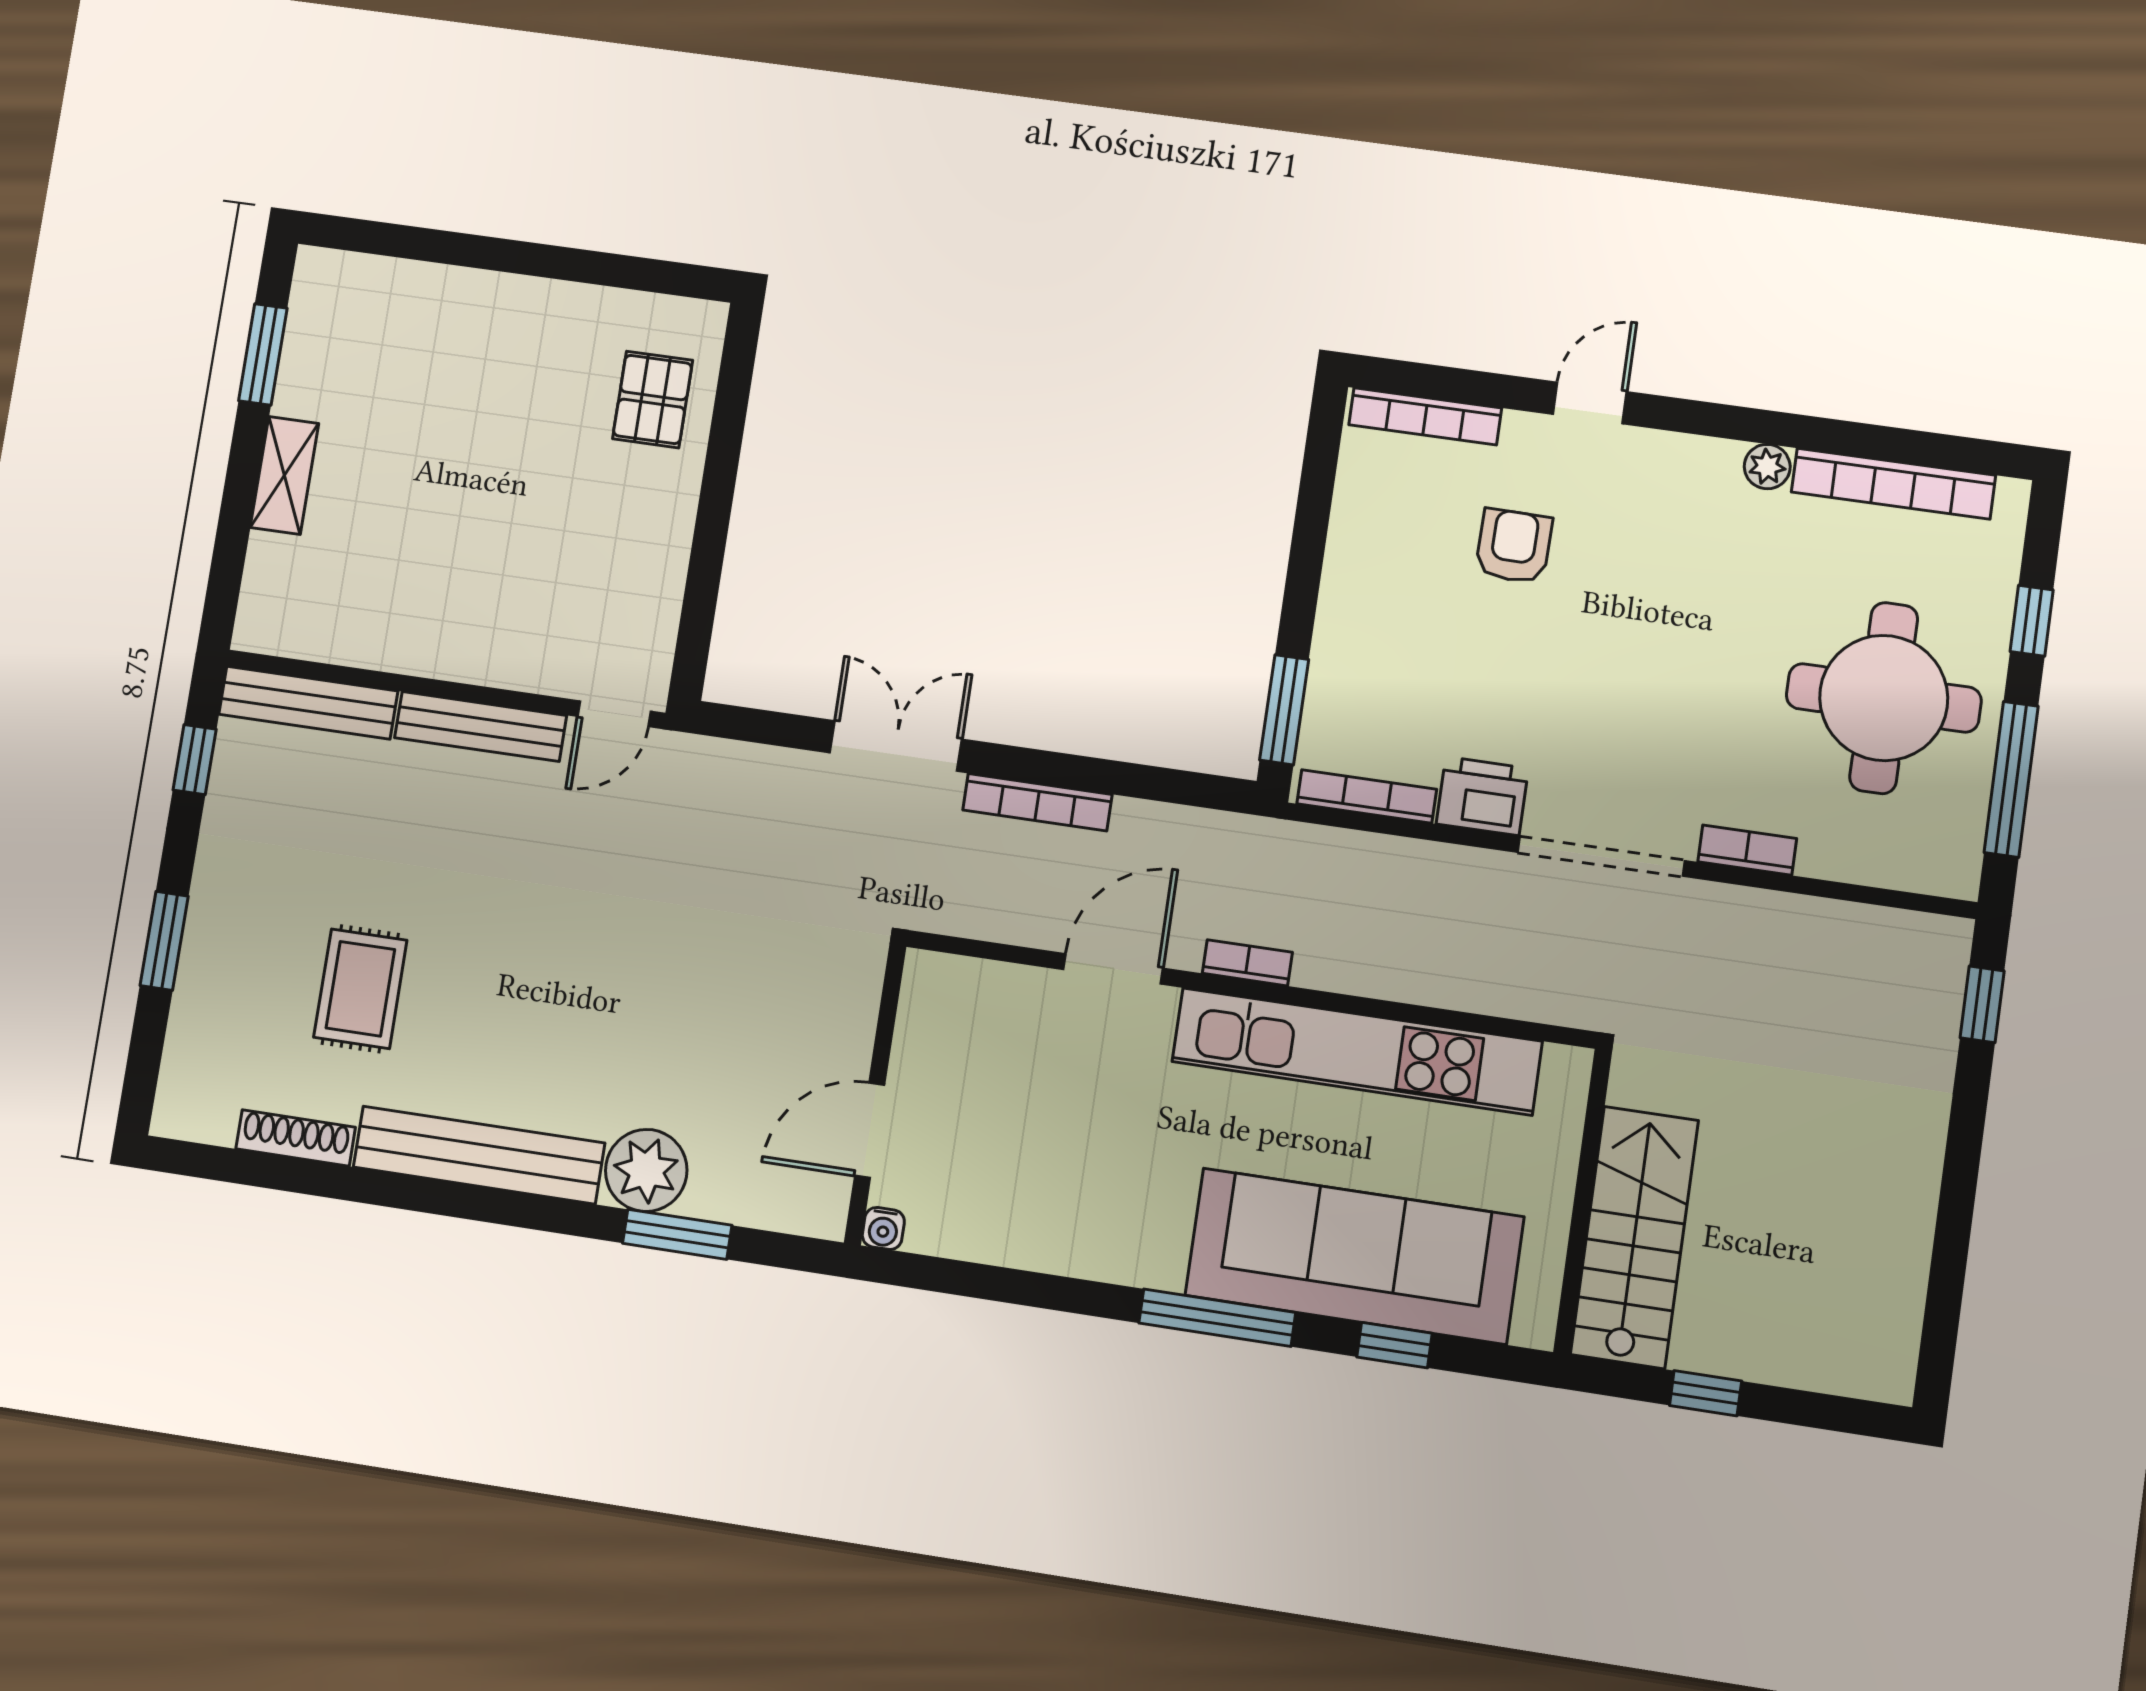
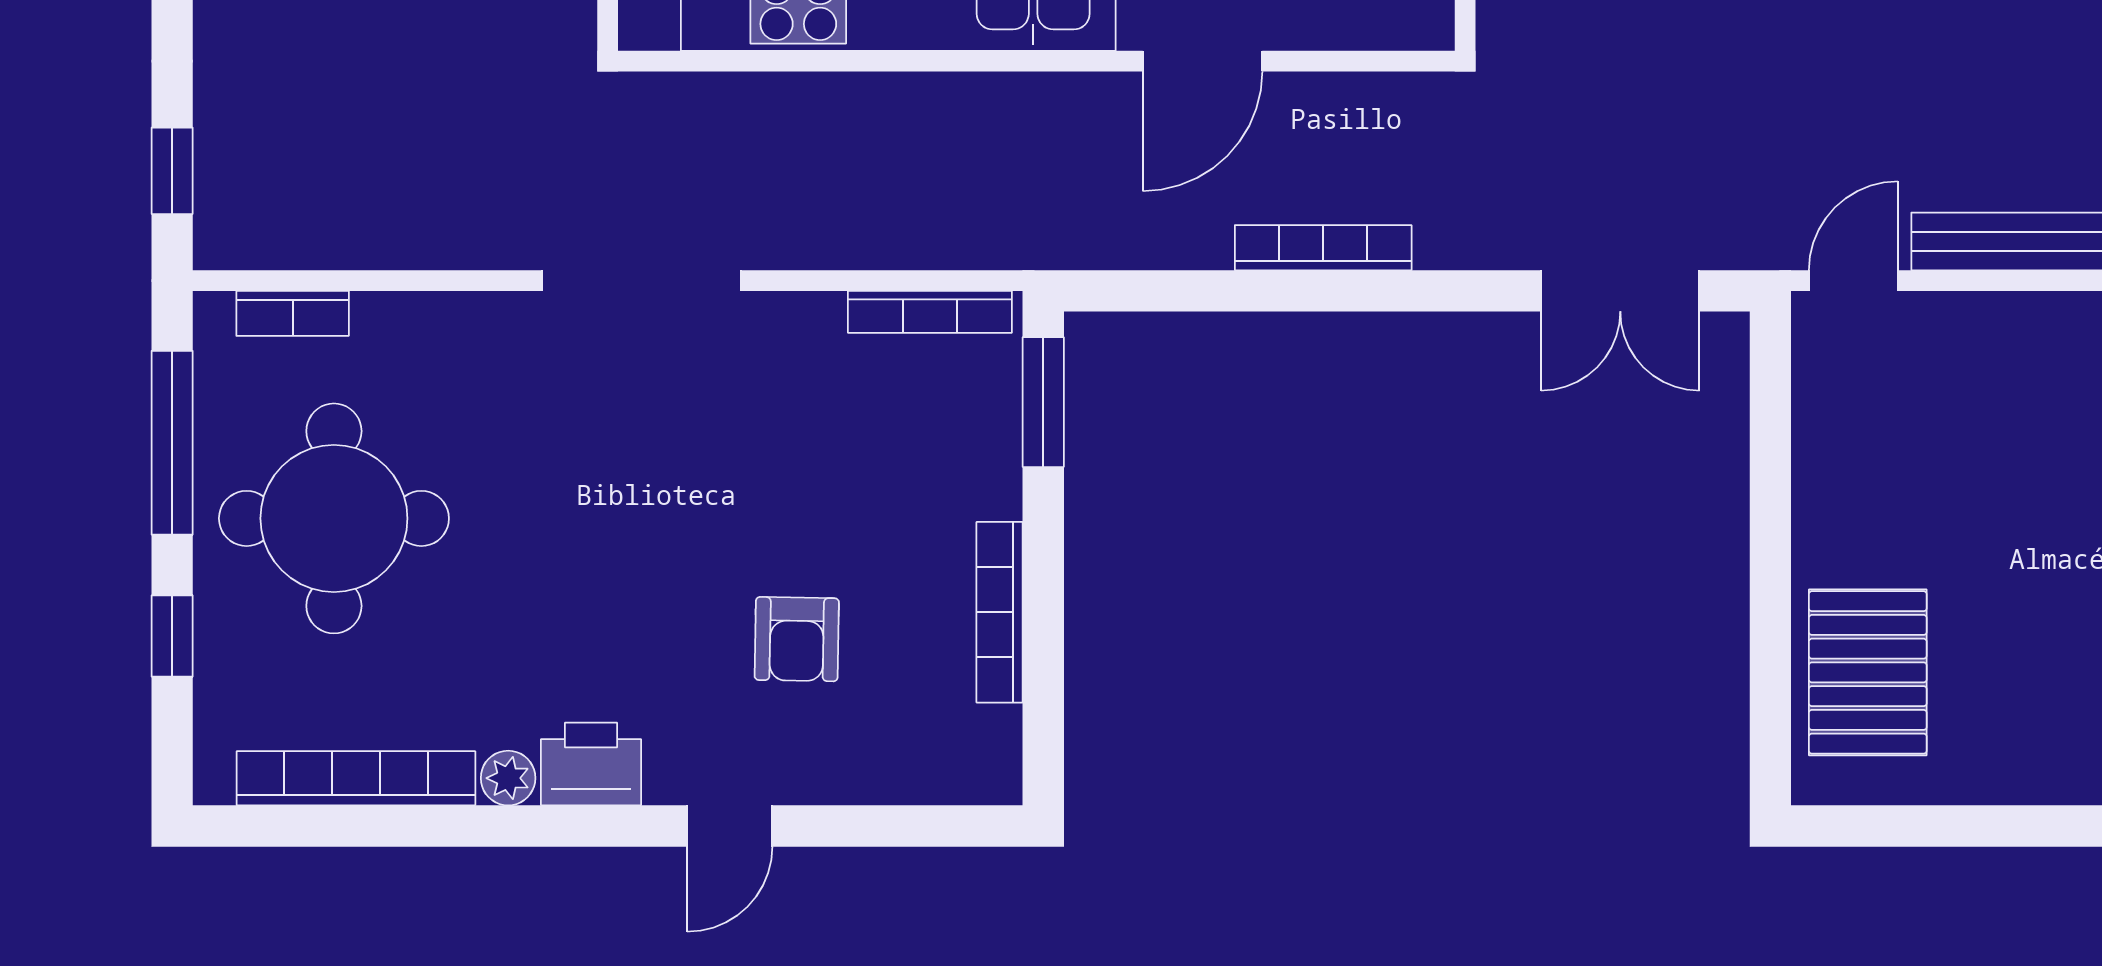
pallet: (653, 399) -> (1868, 672), width x1.50, depth x1.42
bookcase: (1425, 416) -> (1000, 612), moved, turned -90
double door: (896, 746) -> (1620, 291), moved
printer: (1482, 796) -> (591, 764), moved, turned 180
bookcase: (1747, 850) -> (293, 313), moved
bookcase: (1247, 963) -> (1043, 92), removed

